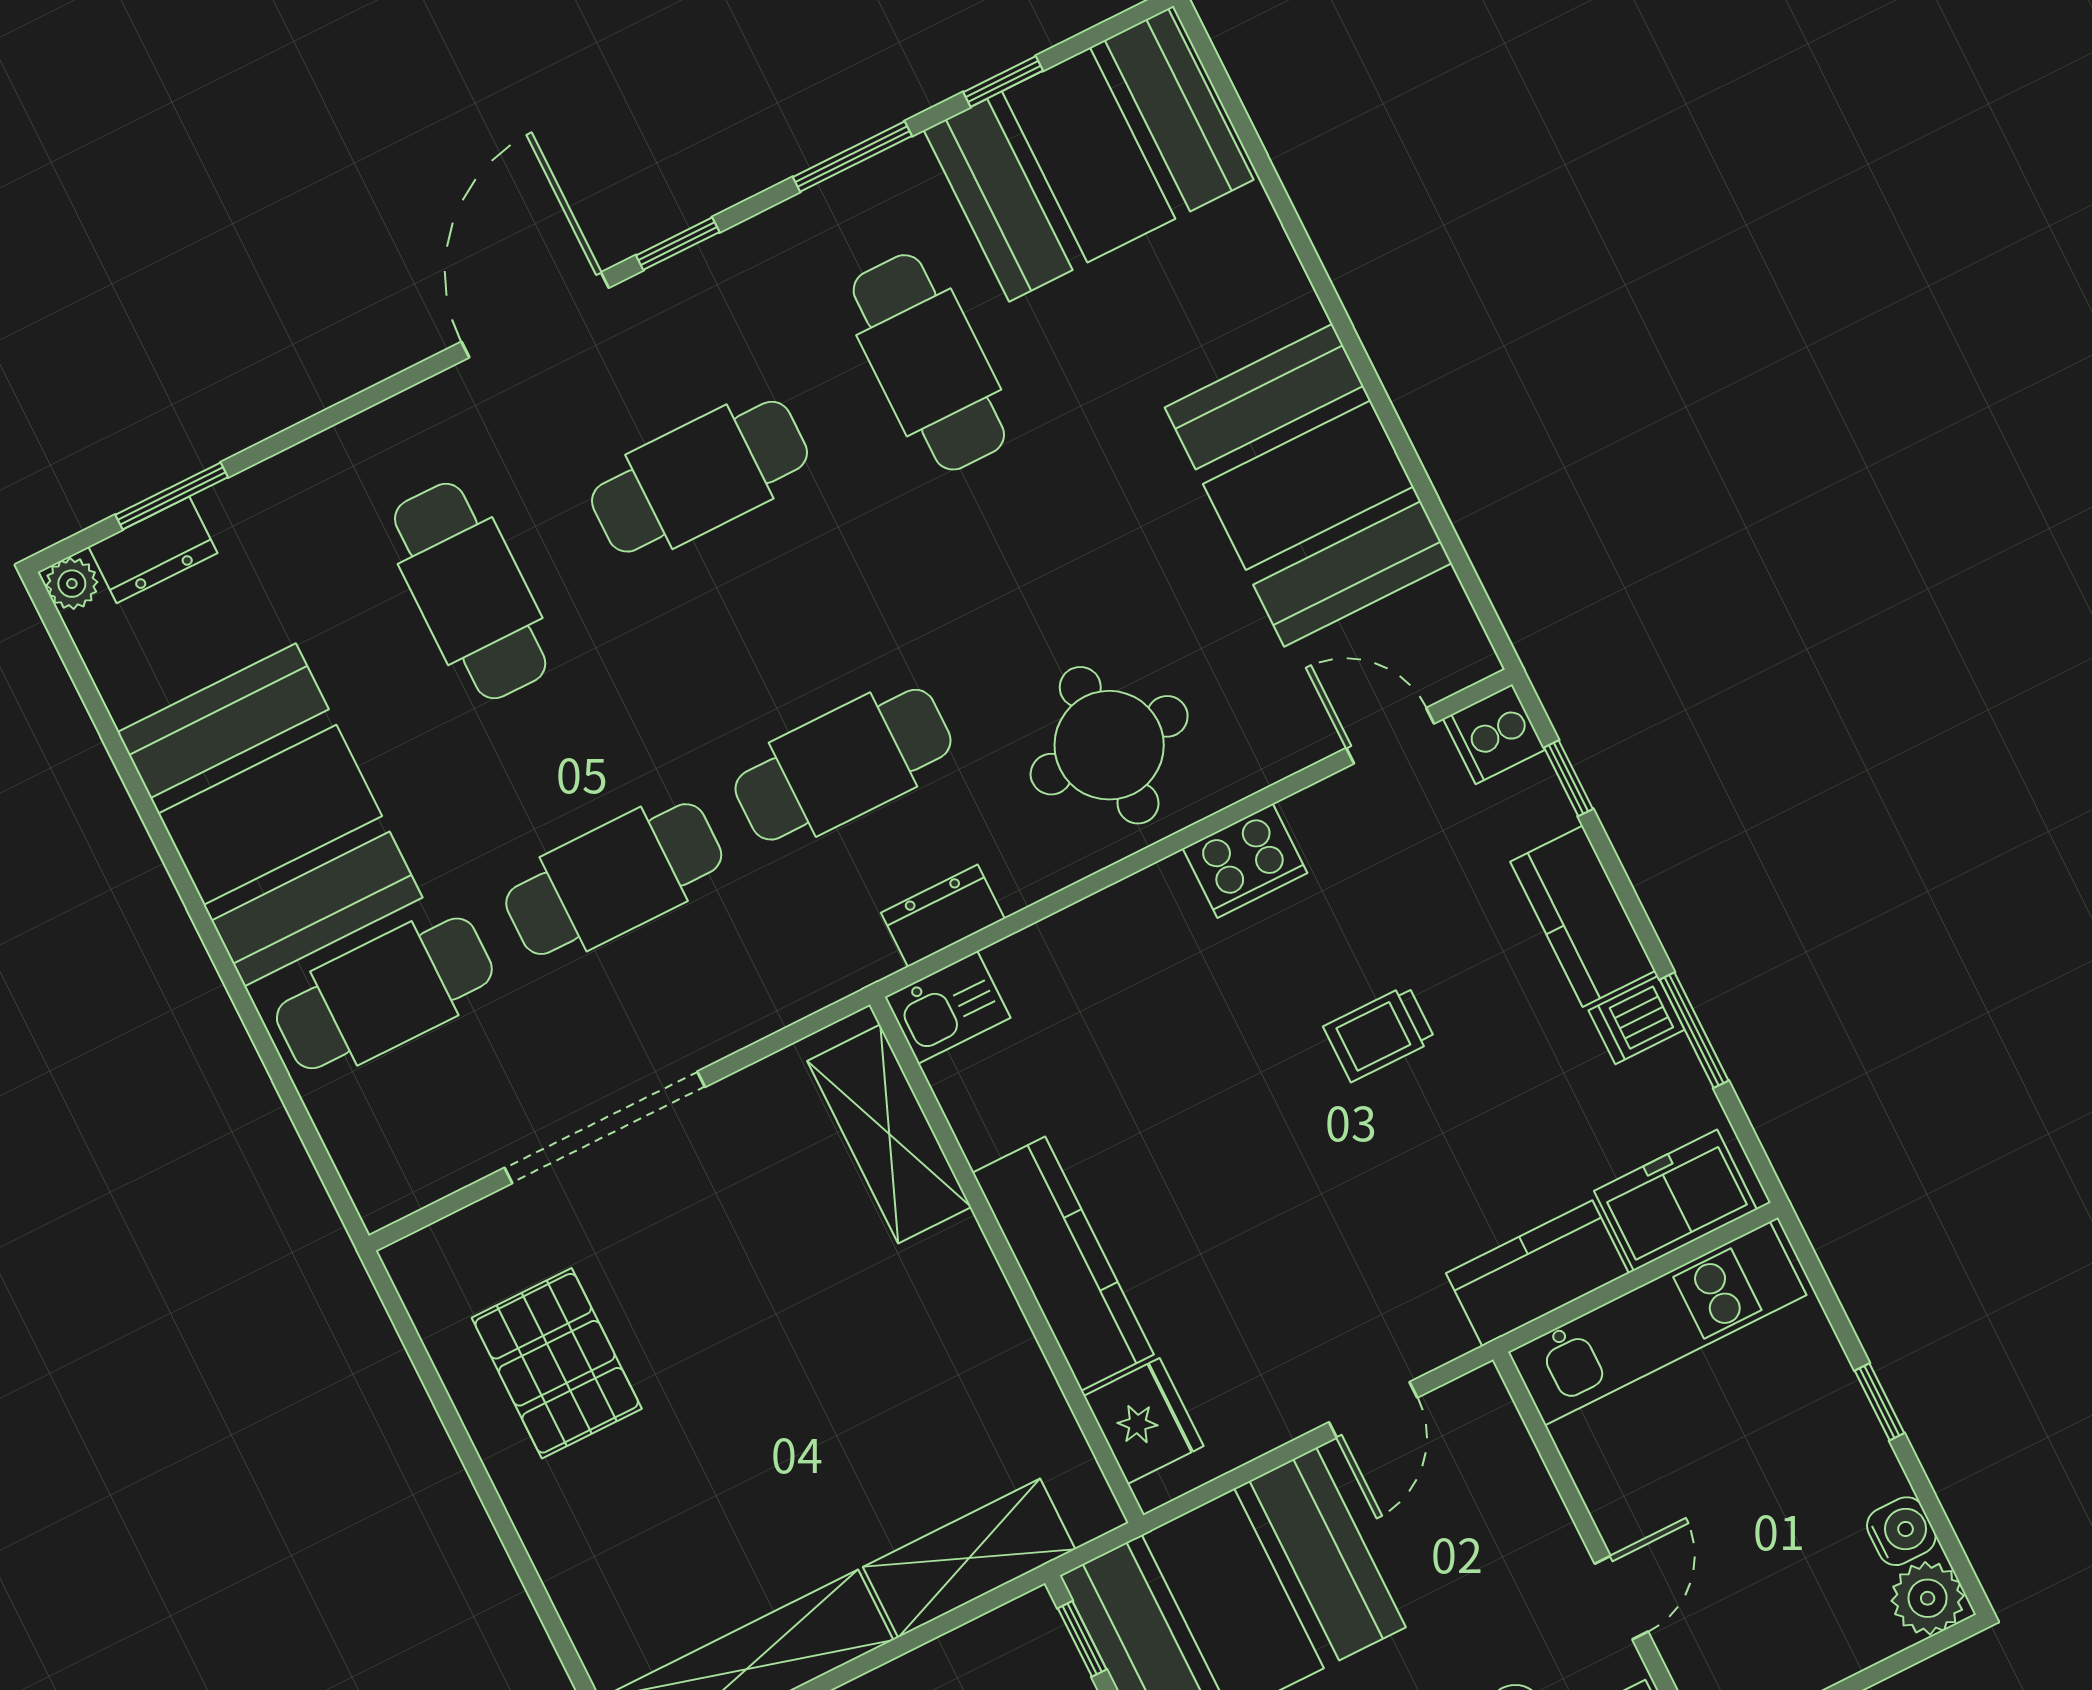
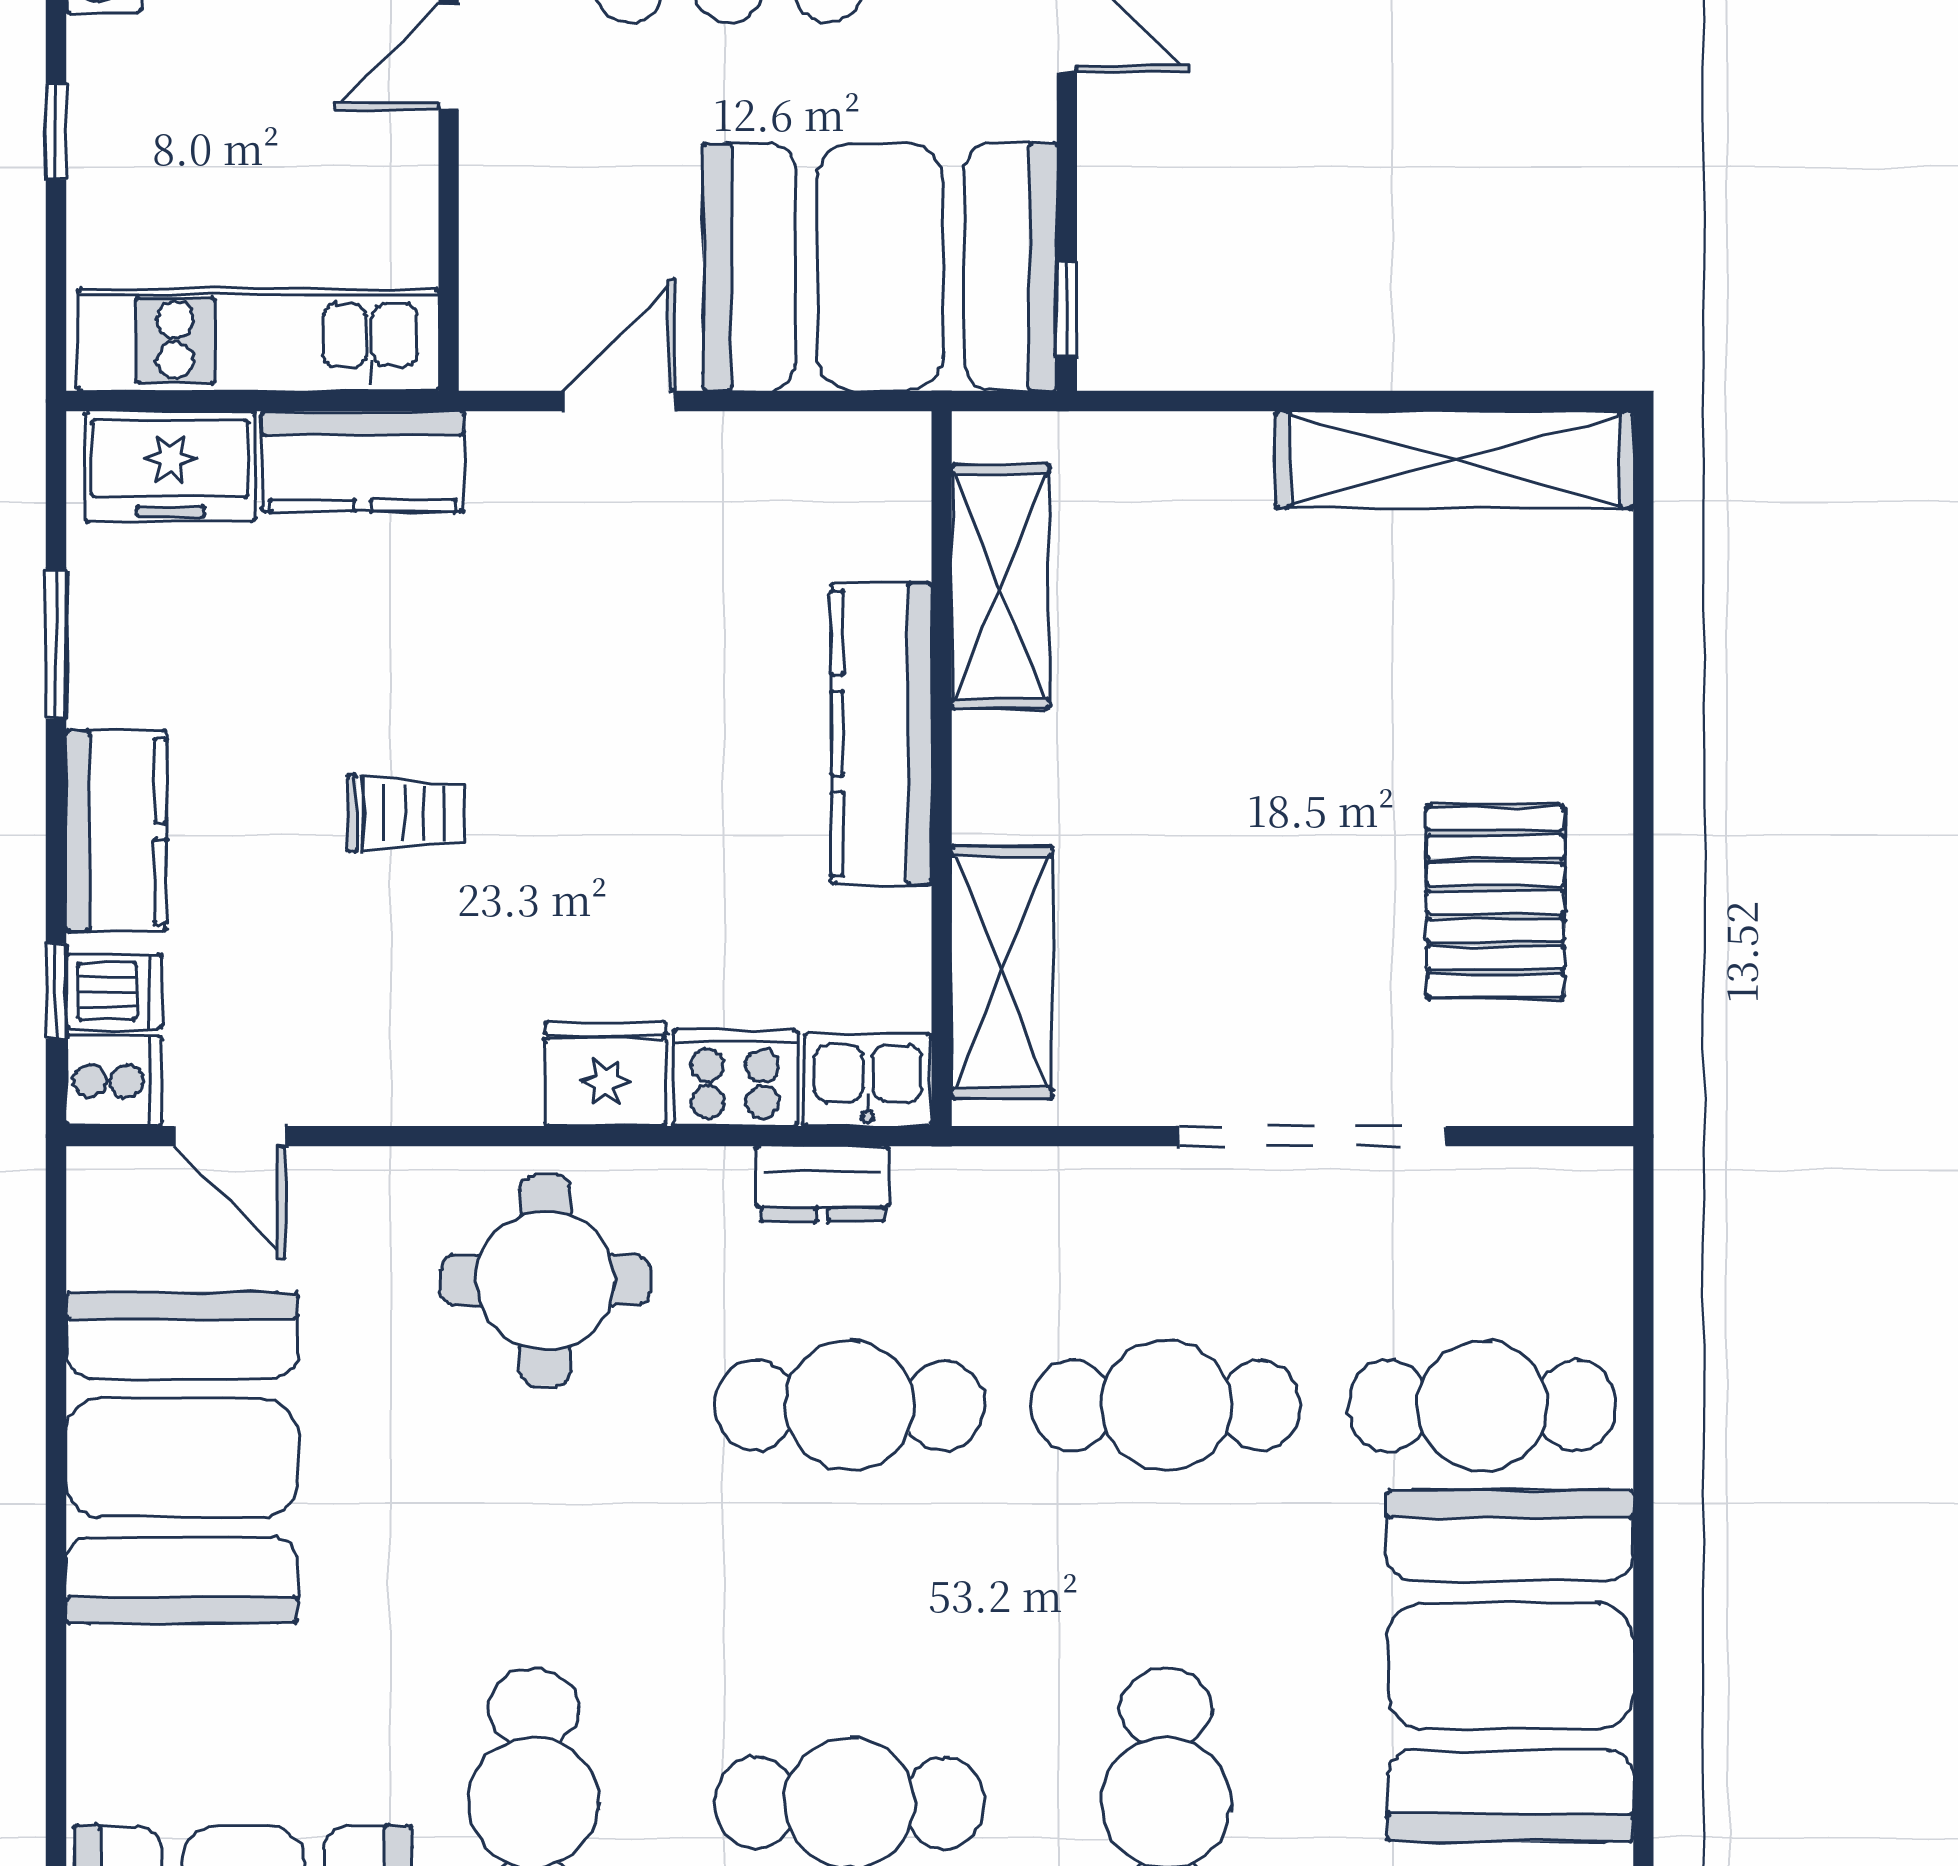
cooker: (1245, 861) -> (735, 1078), moved
dishwasher: (1637, 1020) -> (114, 991), moved
fridge: (1144, 1421) -> (605, 1074), moved, turned 90
shelving: (969, 1558) -> (1000, 587), moved, turned 90

